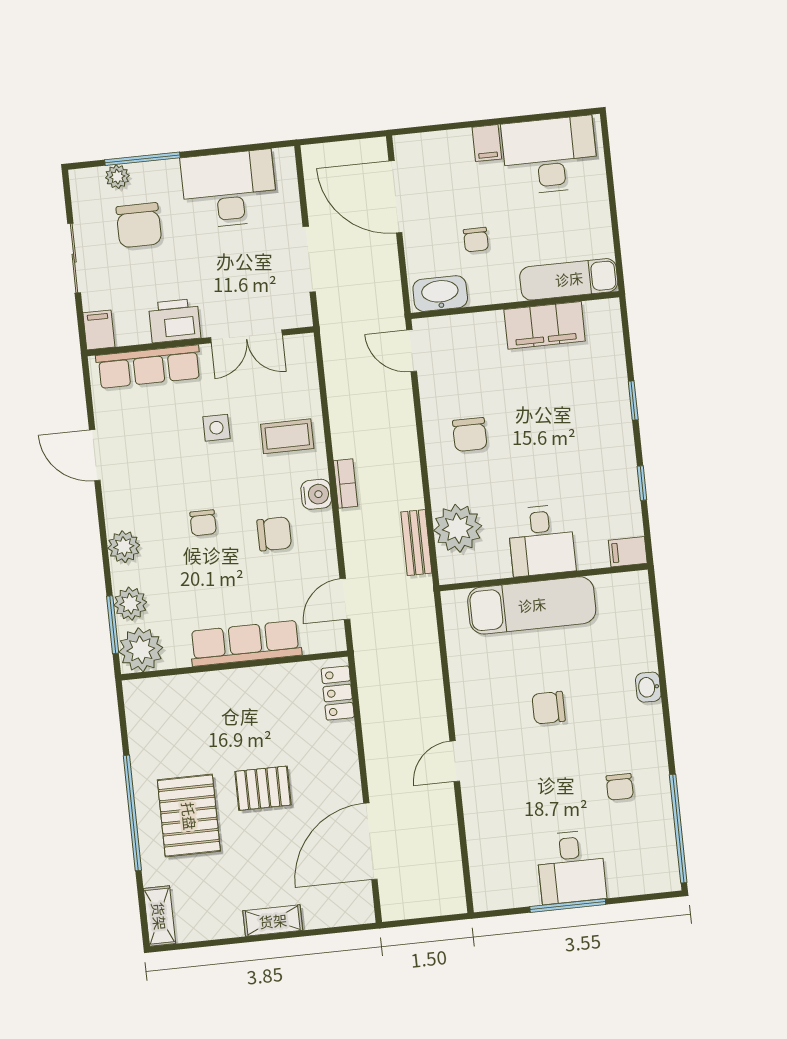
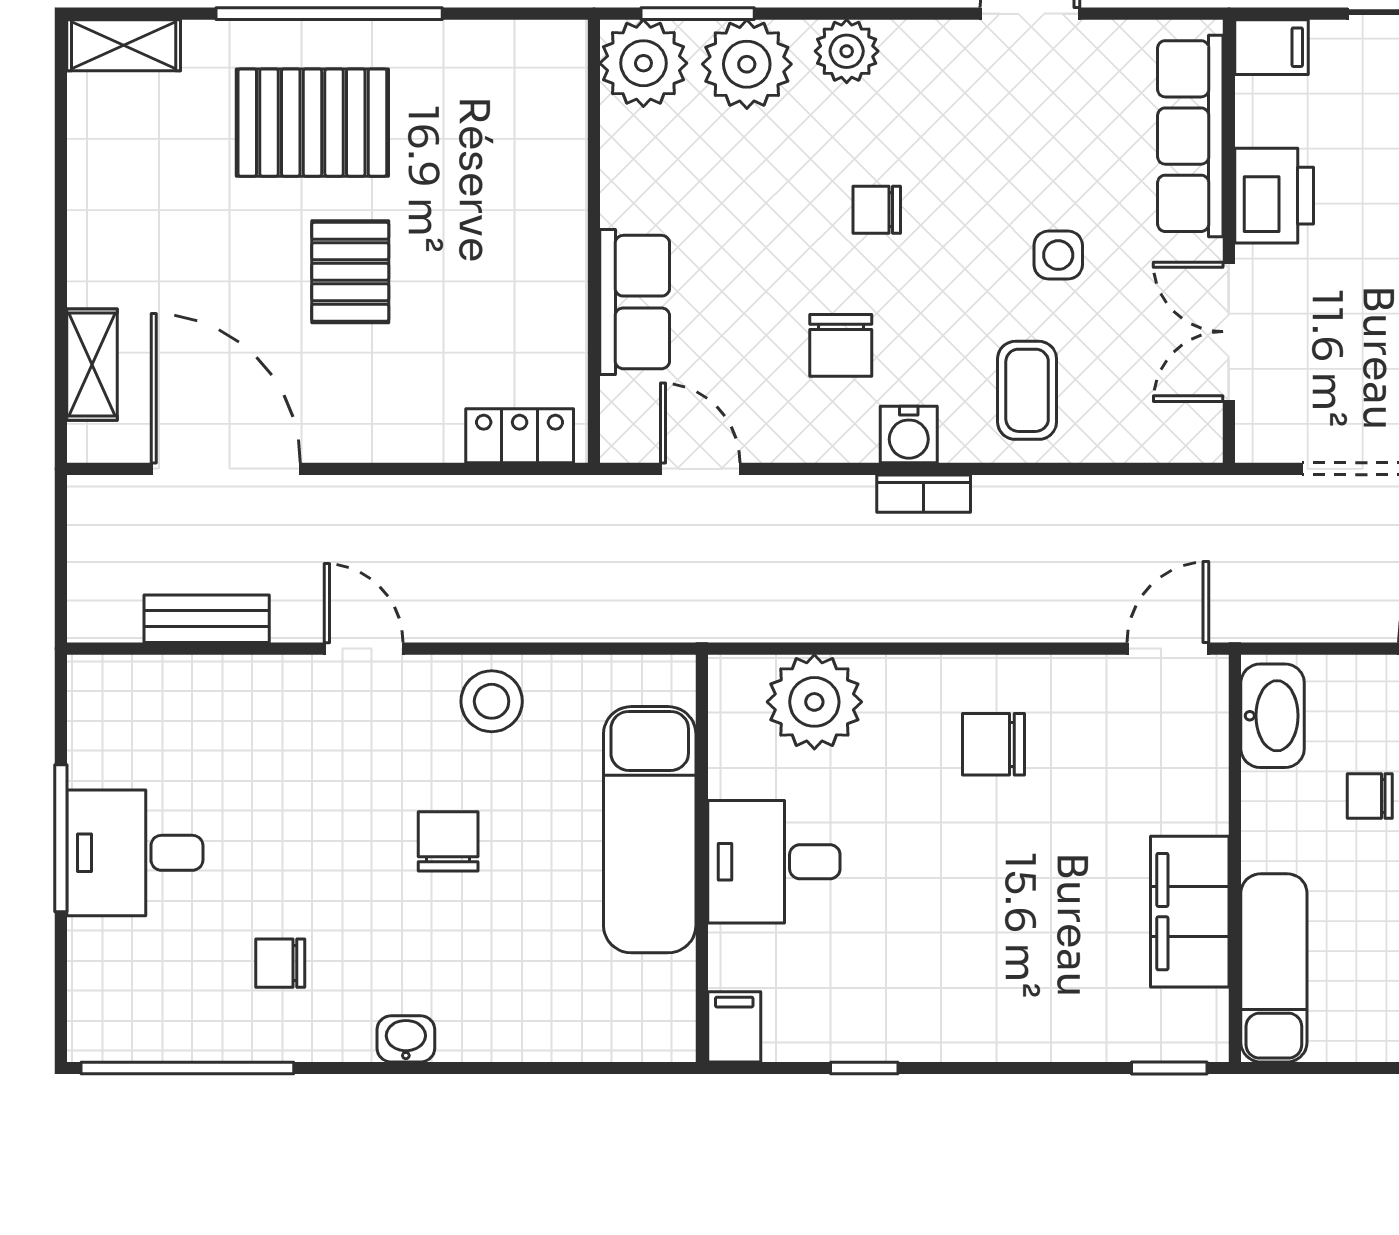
window: (633, 401) -> (1169, 1068), moved
bench: (416, 543) -> (207, 619), moved
plant: (130, 604) -> (747, 64), width x1.36, depth x1.36
row of seats: (245, 643) -> (635, 302), width x0.68
washbasin: (648, 687) -> (406, 1039), moved
stool: (475, 693) -> (492, 701), added
shelving: (273, 921) -> (92, 365), moved

